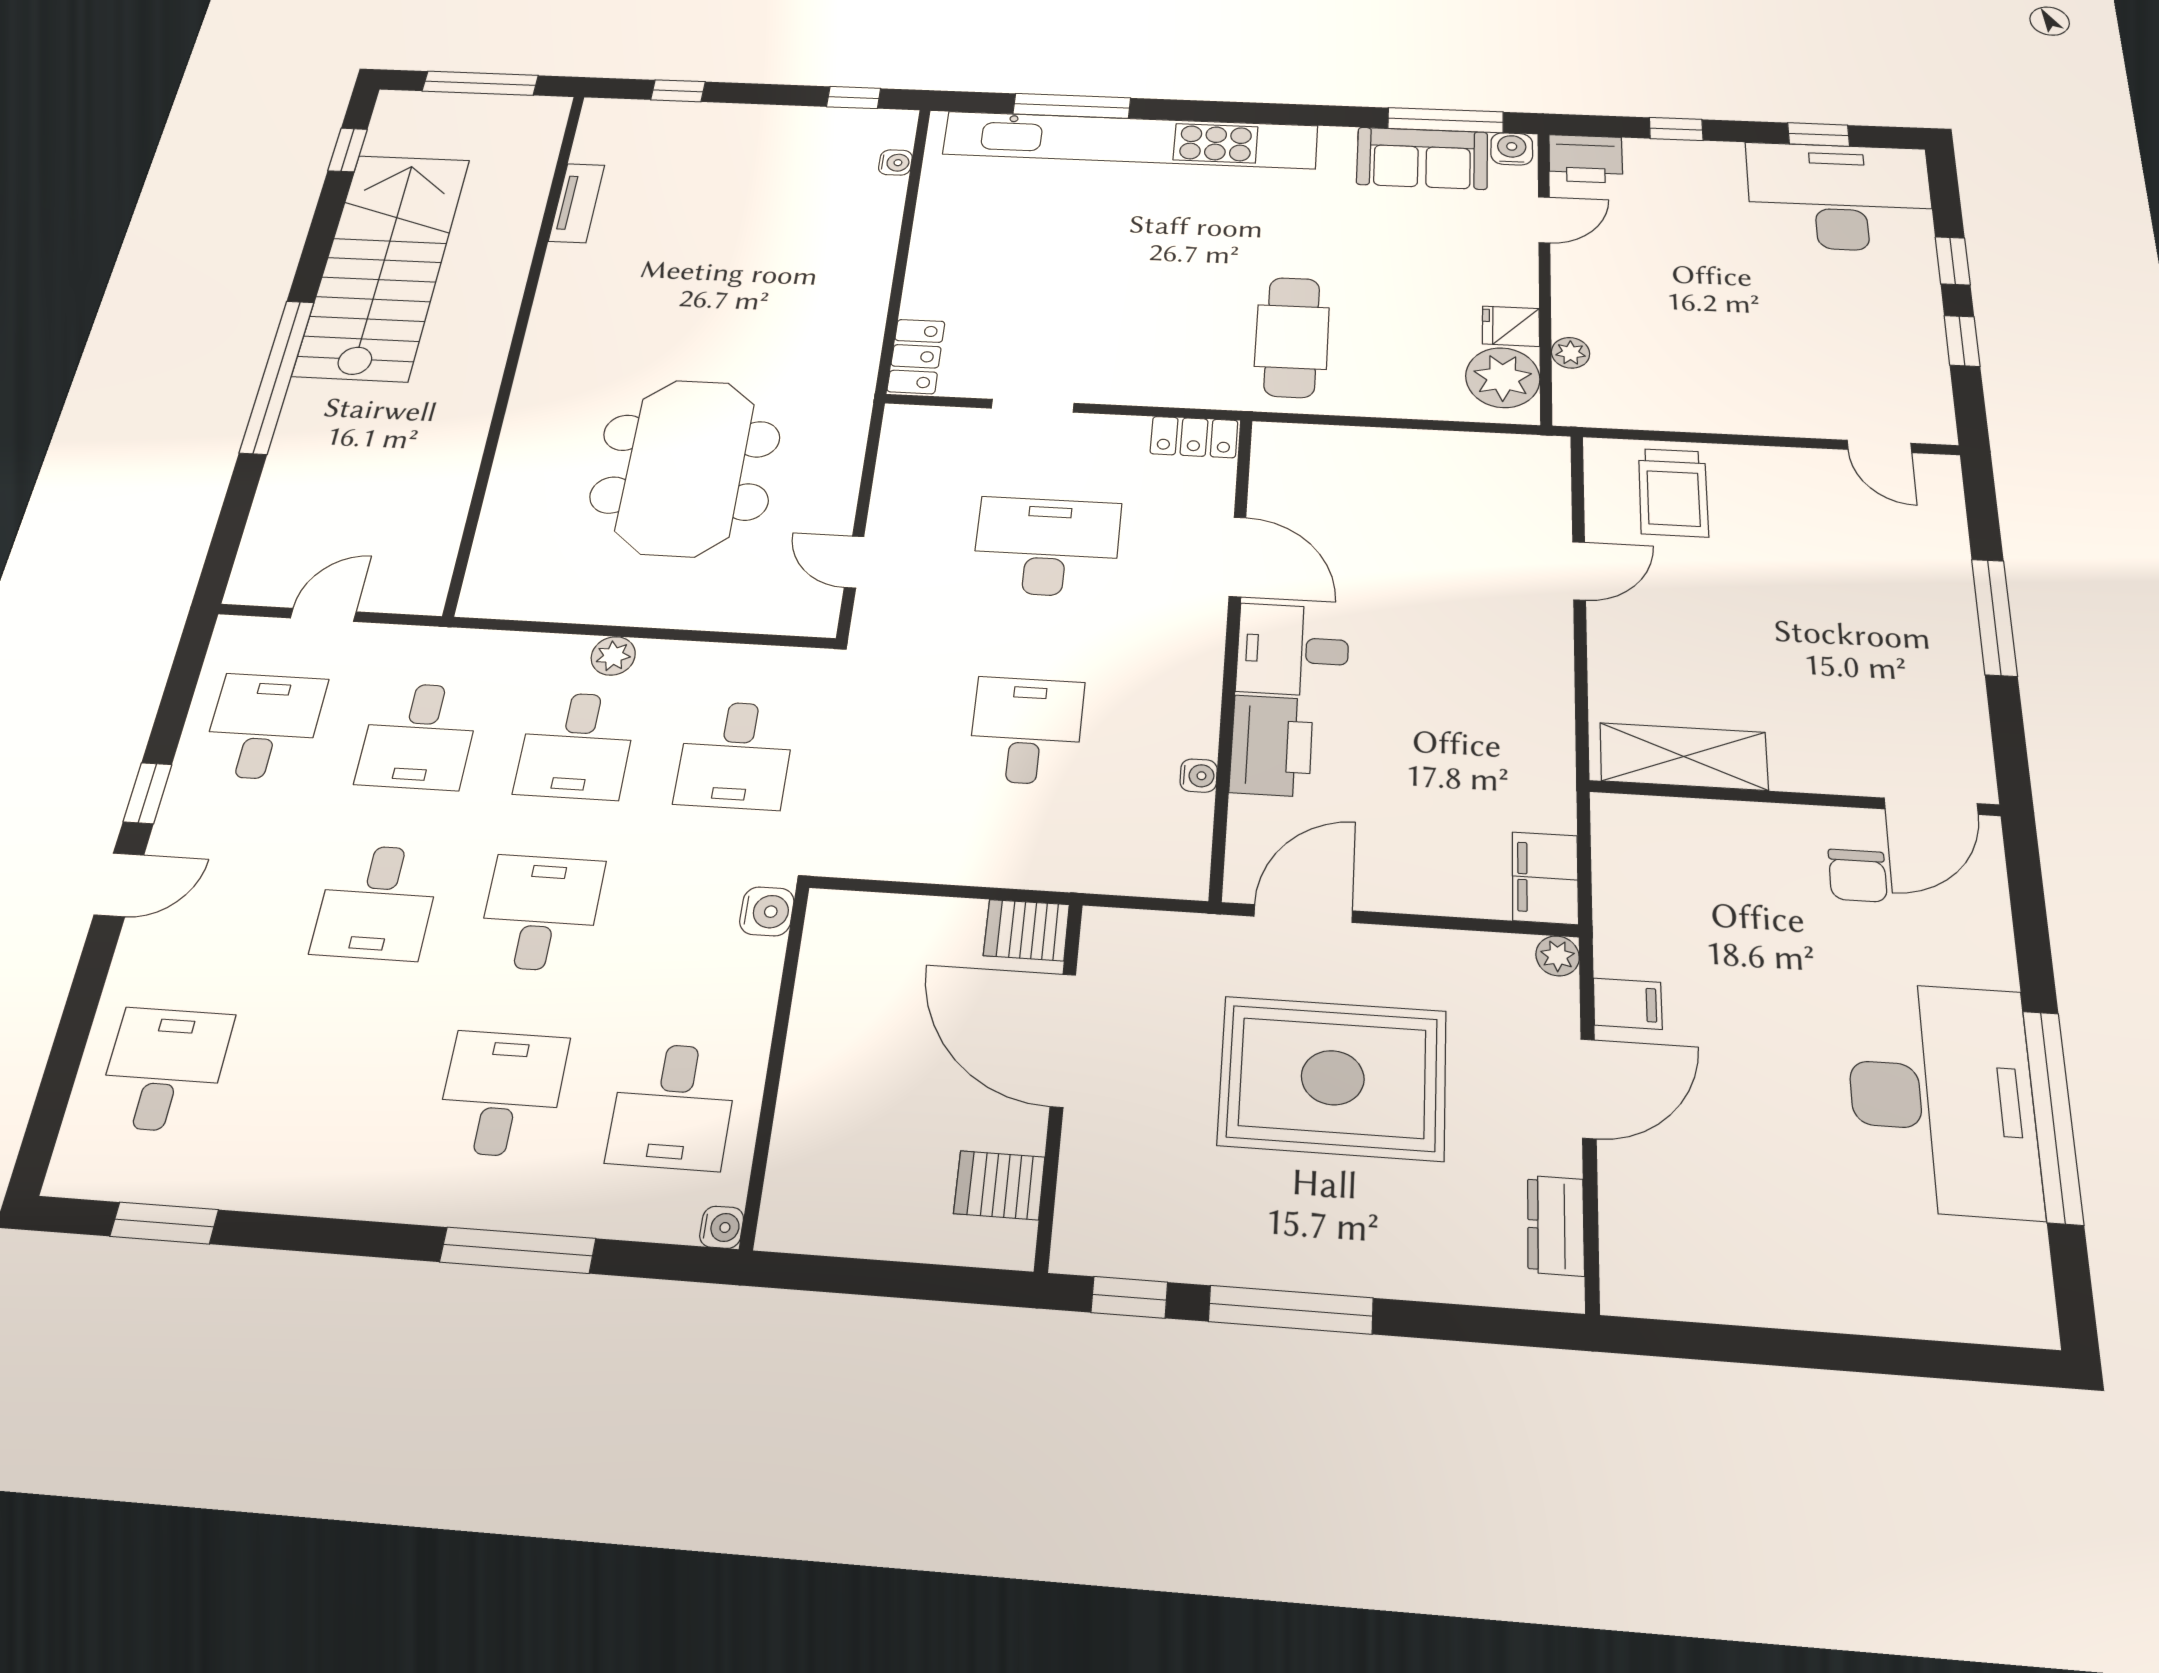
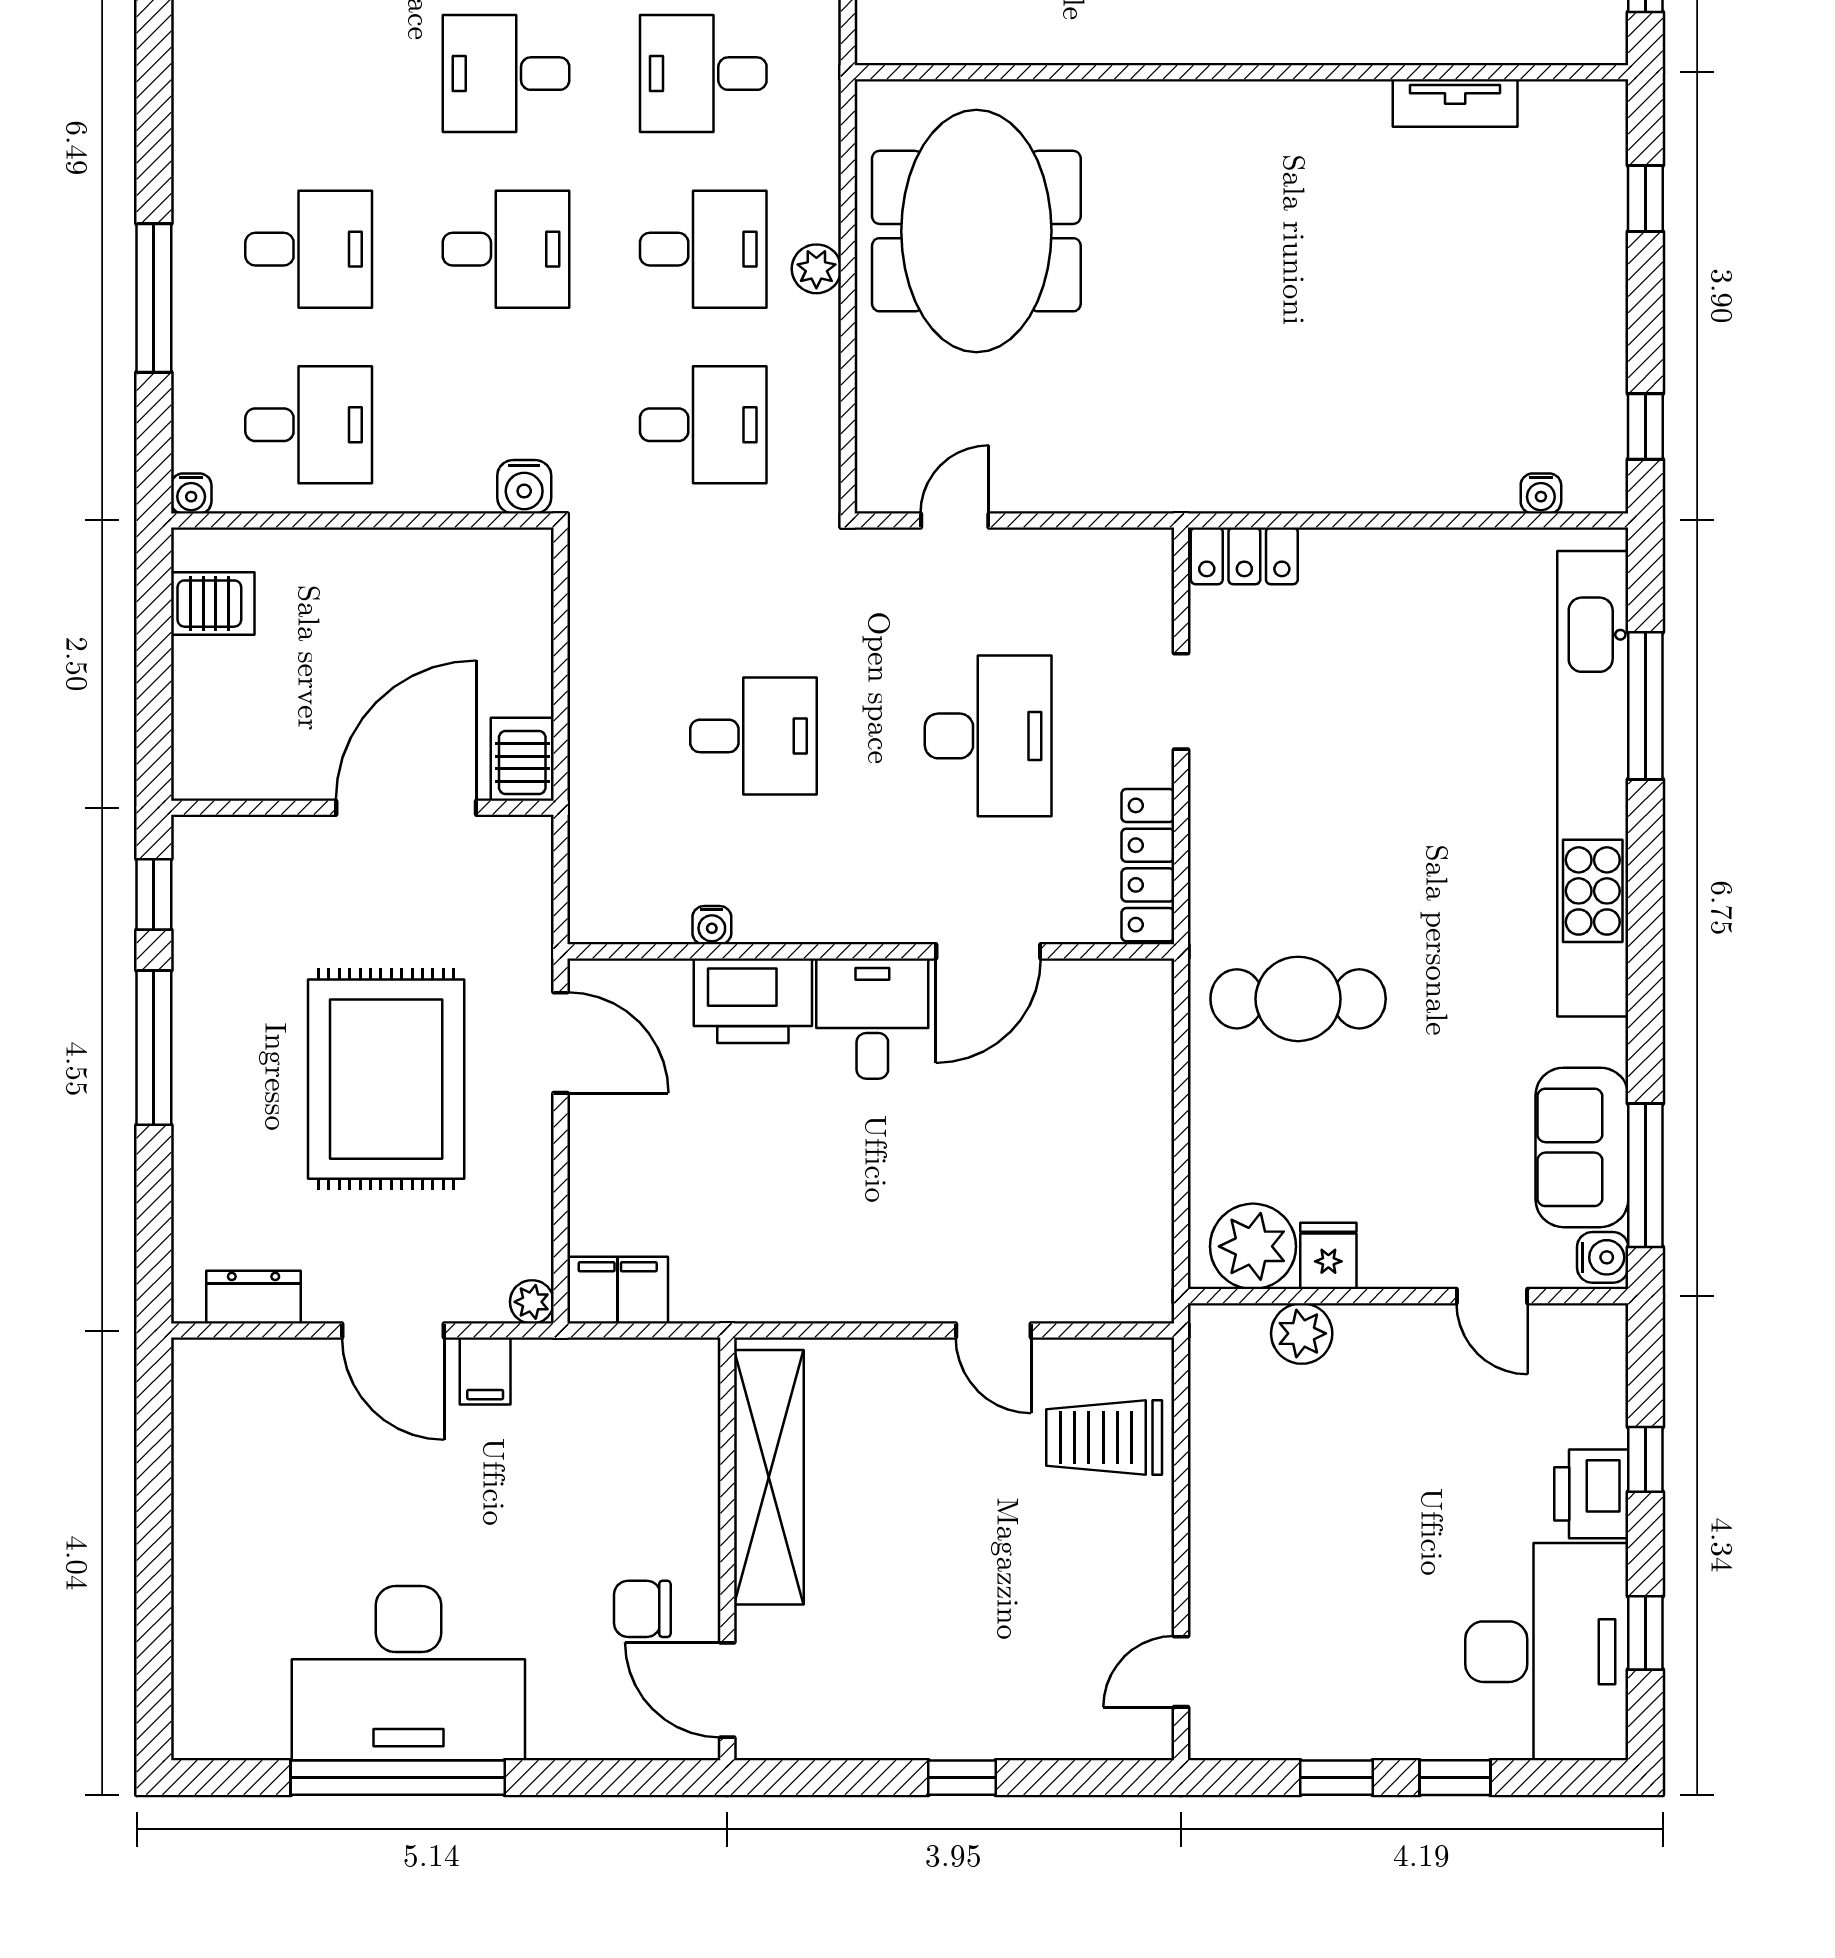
printer: (1586, 159) -> (1591, 1494), moved
plant: (1571, 353) -> (1302, 1333), width x1.38, depth x1.38
locker: (1194, 437) -> (1148, 865), width x1.53
meeting table: (685, 467) -> (976, 231), moved, turned 90
window: (1994, 617) -> (962, 1778), width x0.46
desk: (576, 745) -> (703, 249), turned 180
desk: (735, 755) -> (703, 425), turned 180
shelving: (1684, 756) -> (769, 1477), width x1.47
desk: (673, 1106) -> (309, 425), turned 180
server rack: (999, 1185) -> (213, 604), moved, turned 90

